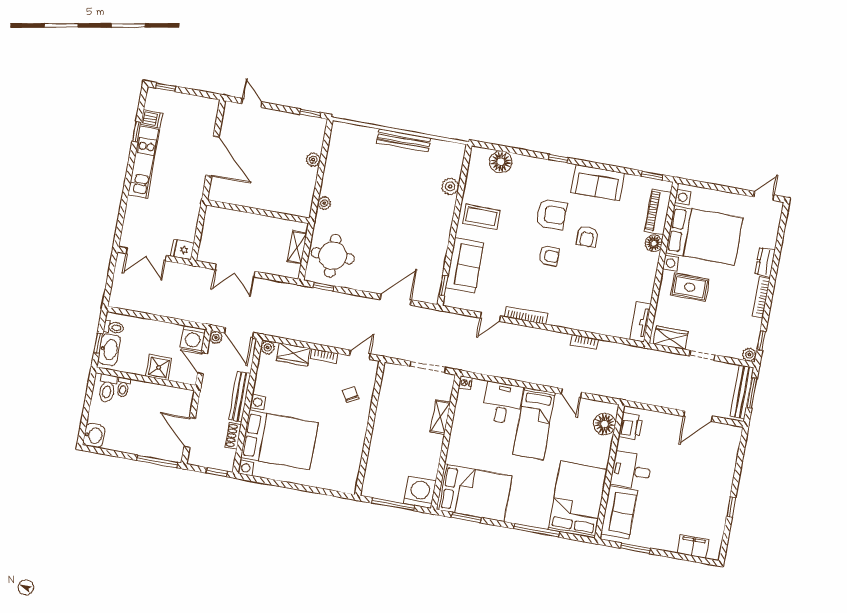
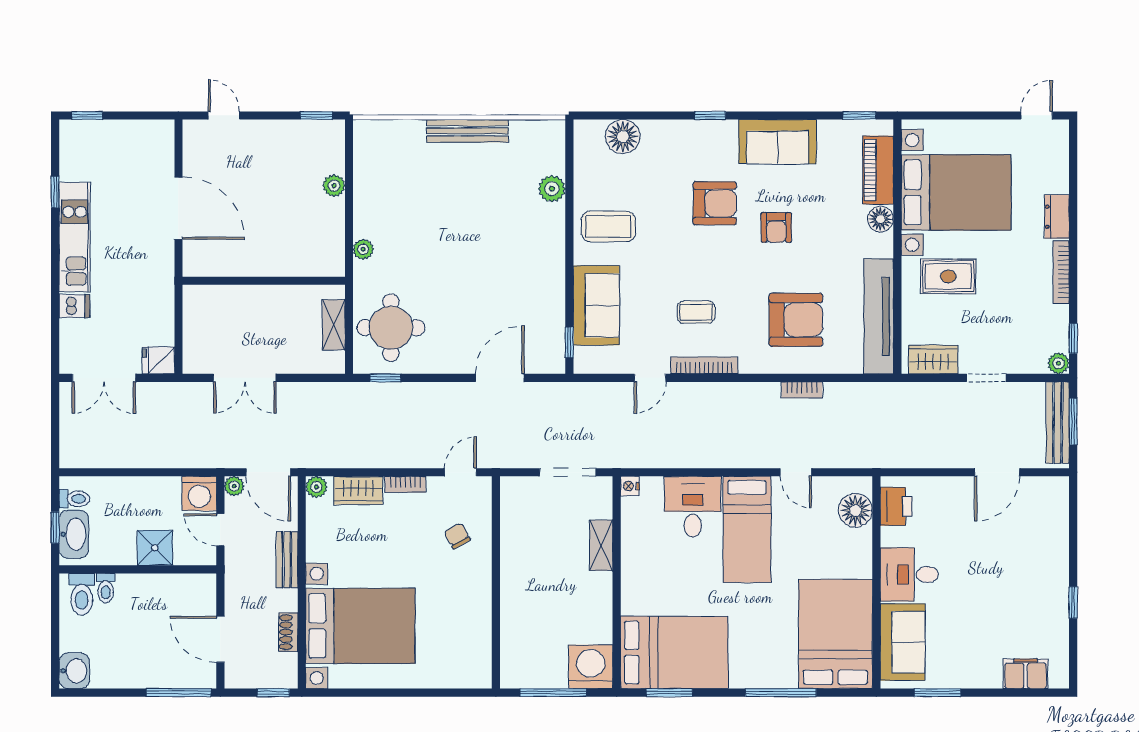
dishwasher: (152, 119) -> (74, 306), moved
armchair: (549, 256) -> (796, 320), moved, width x1.88, depth x1.88
coffee table: (527, 281) -> (696, 312), added
tv unit: (640, 322) -> (879, 316), width x1.92, depth x1.29
bench: (240, 396) -> (287, 560), width x0.73

